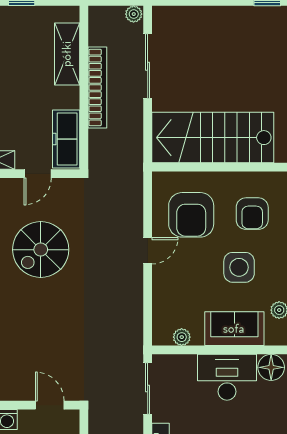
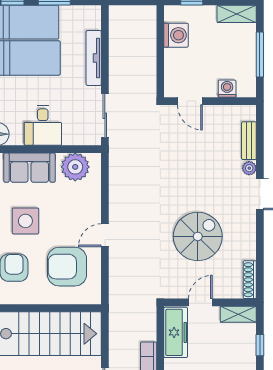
armchair: (191, 215) -> (67, 267), turned -90
plant: (182, 337) -> (75, 167), width x1.87, depth x1.87
desk: (227, 377) -> (43, 125), width x0.73

